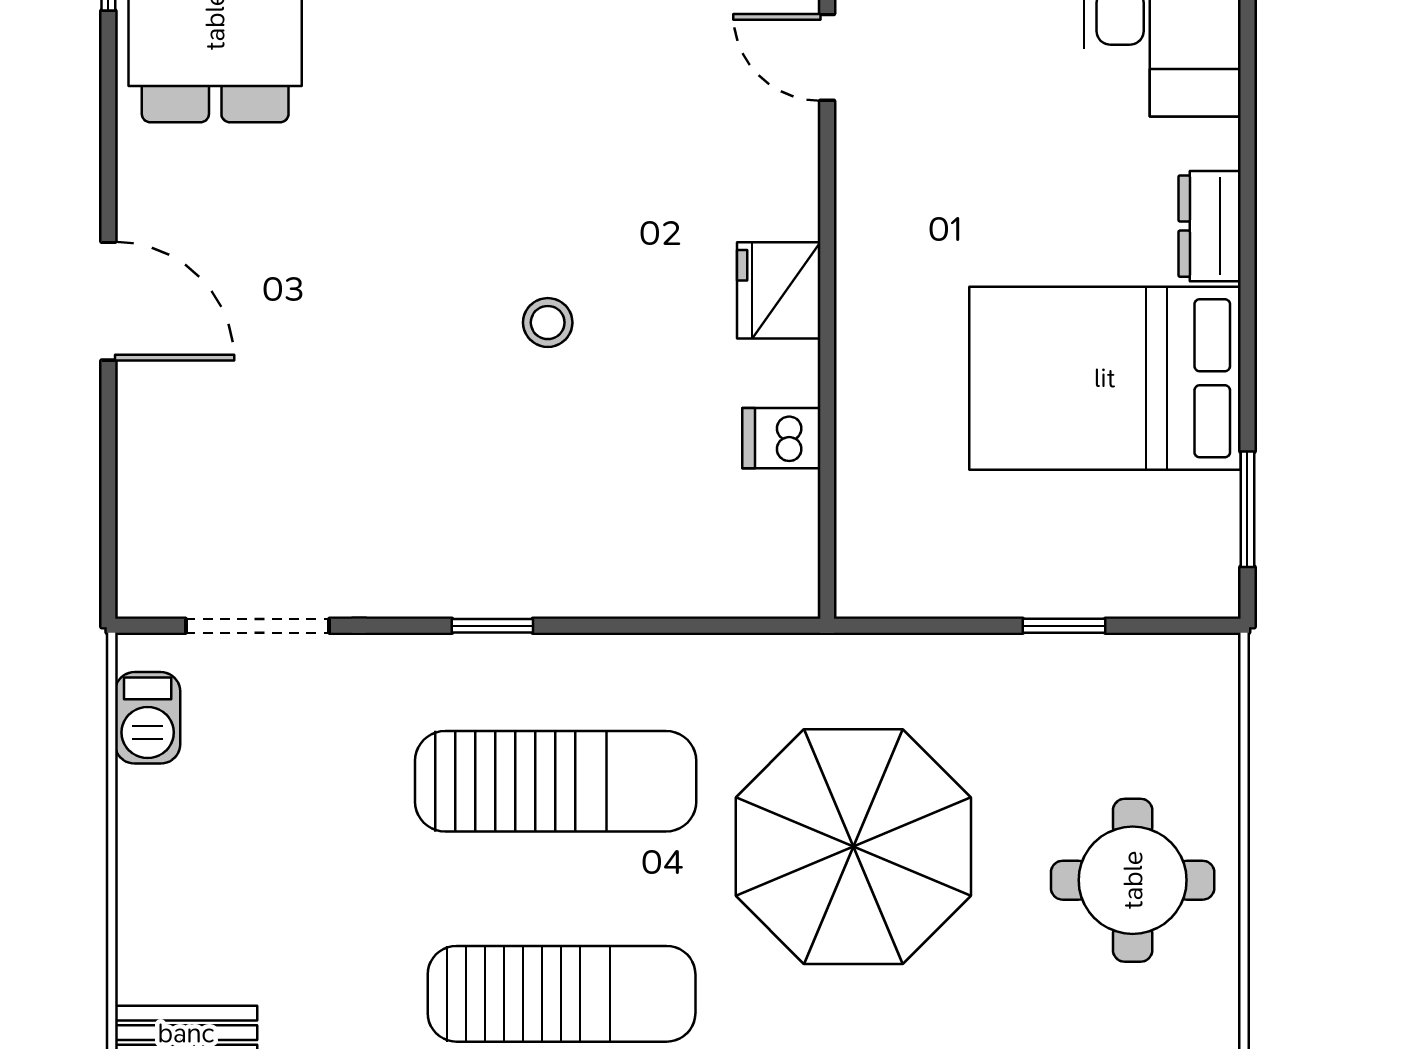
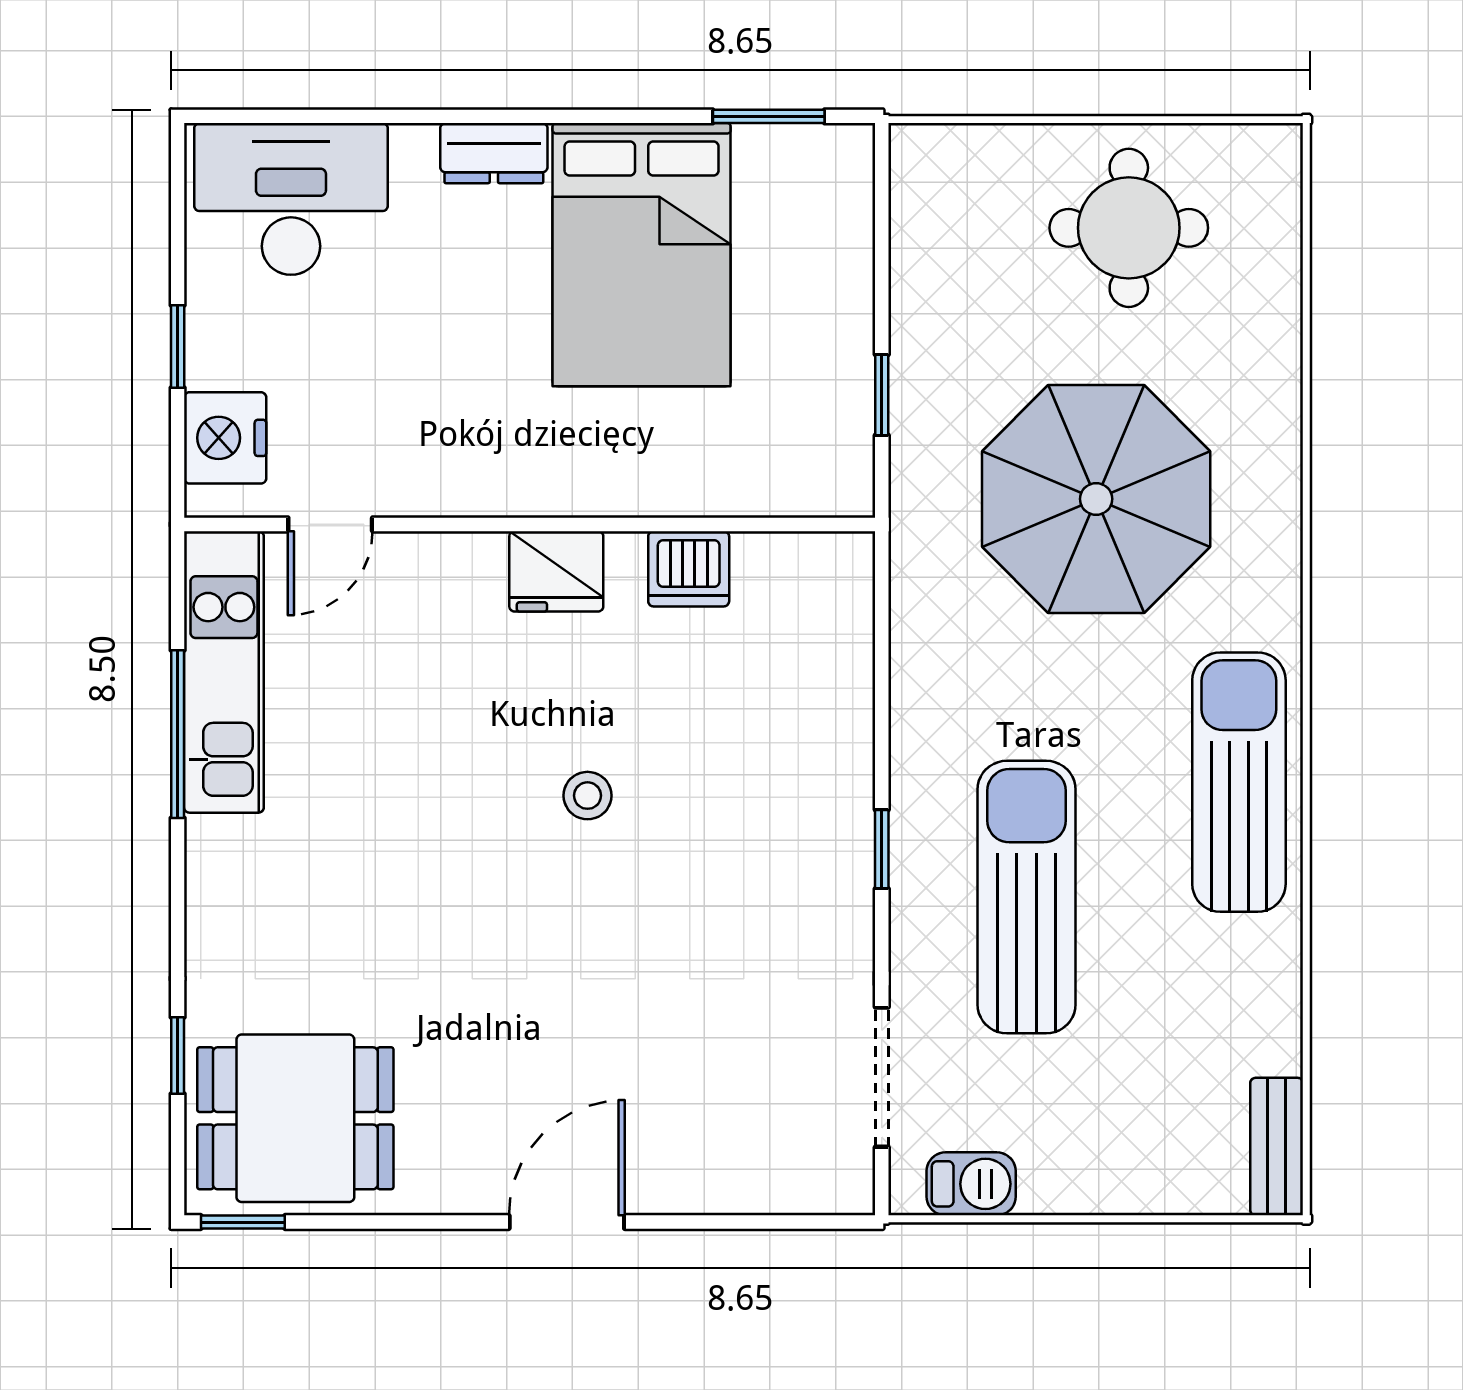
dishwasher: (781, 438) -> (689, 569), width x1.38
window: (1064, 626) -> (882, 395), moved
sun lounger: (556, 781) -> (1027, 897), moved

